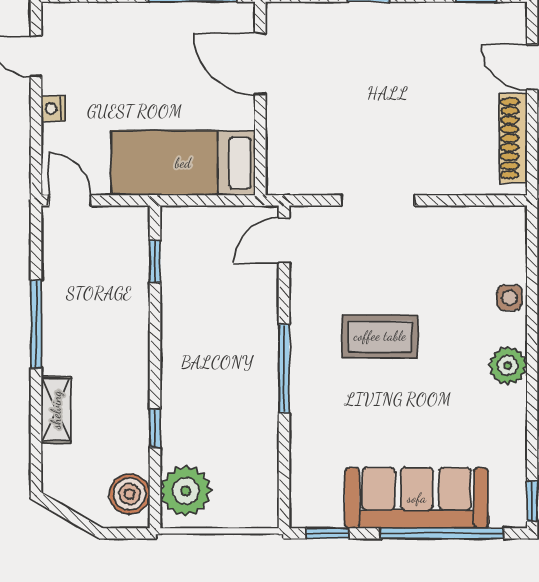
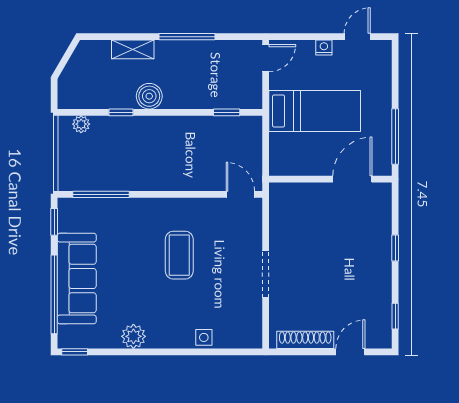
bed: (183, 163) -> (315, 111), moved, turned 90
doorway: (378, 200) -> (266, 274), moved
plant: (508, 366) -> (133, 336), moved
window: (284, 369) -> (101, 194), moved
plant: (186, 491) -> (81, 124), width x0.53, depth x0.53
boiler: (130, 494) -> (149, 96), moved

